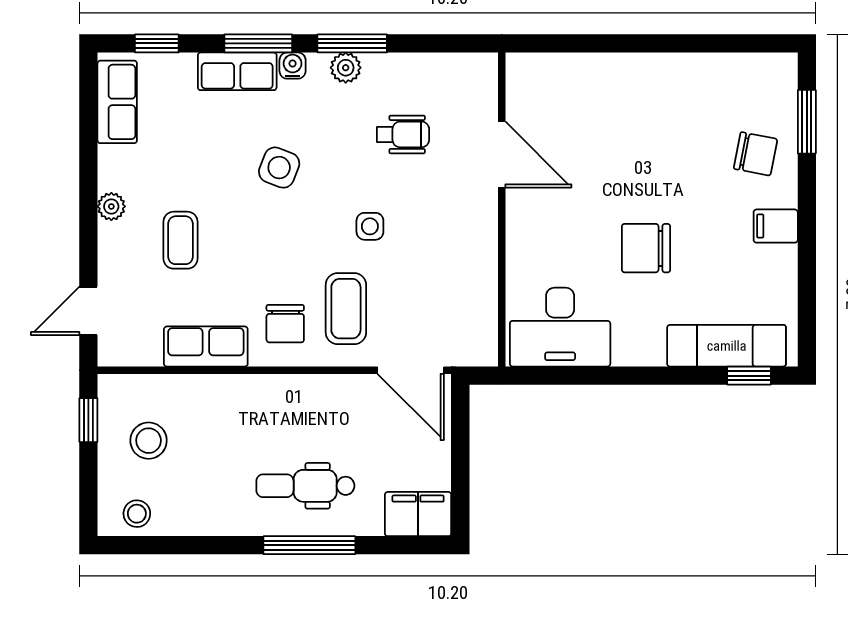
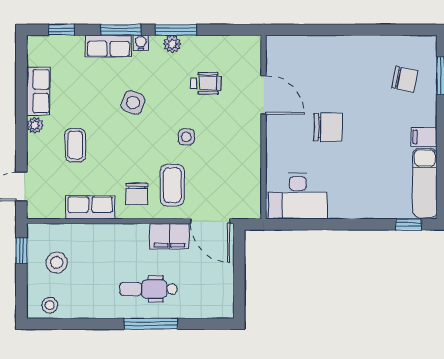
row of seats: (117, 102) -> (38, 91), moved
chair: (755, 154) -> (405, 79), moved
chair: (646, 248) -> (328, 127), moved, turned 180
exam couch: (727, 346) -> (425, 183), moved, turned -90
filing cabinet: (418, 514) -> (169, 236), moved, turned 180

